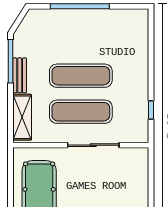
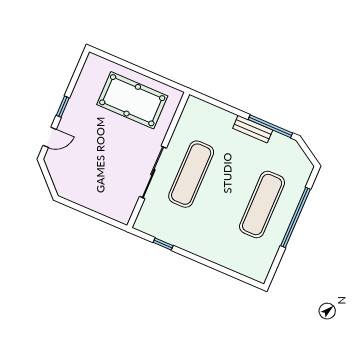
exercise mat: (81, 76) -> (262, 204), moved
shelving: (22, 117) -> (211, 114), removed

